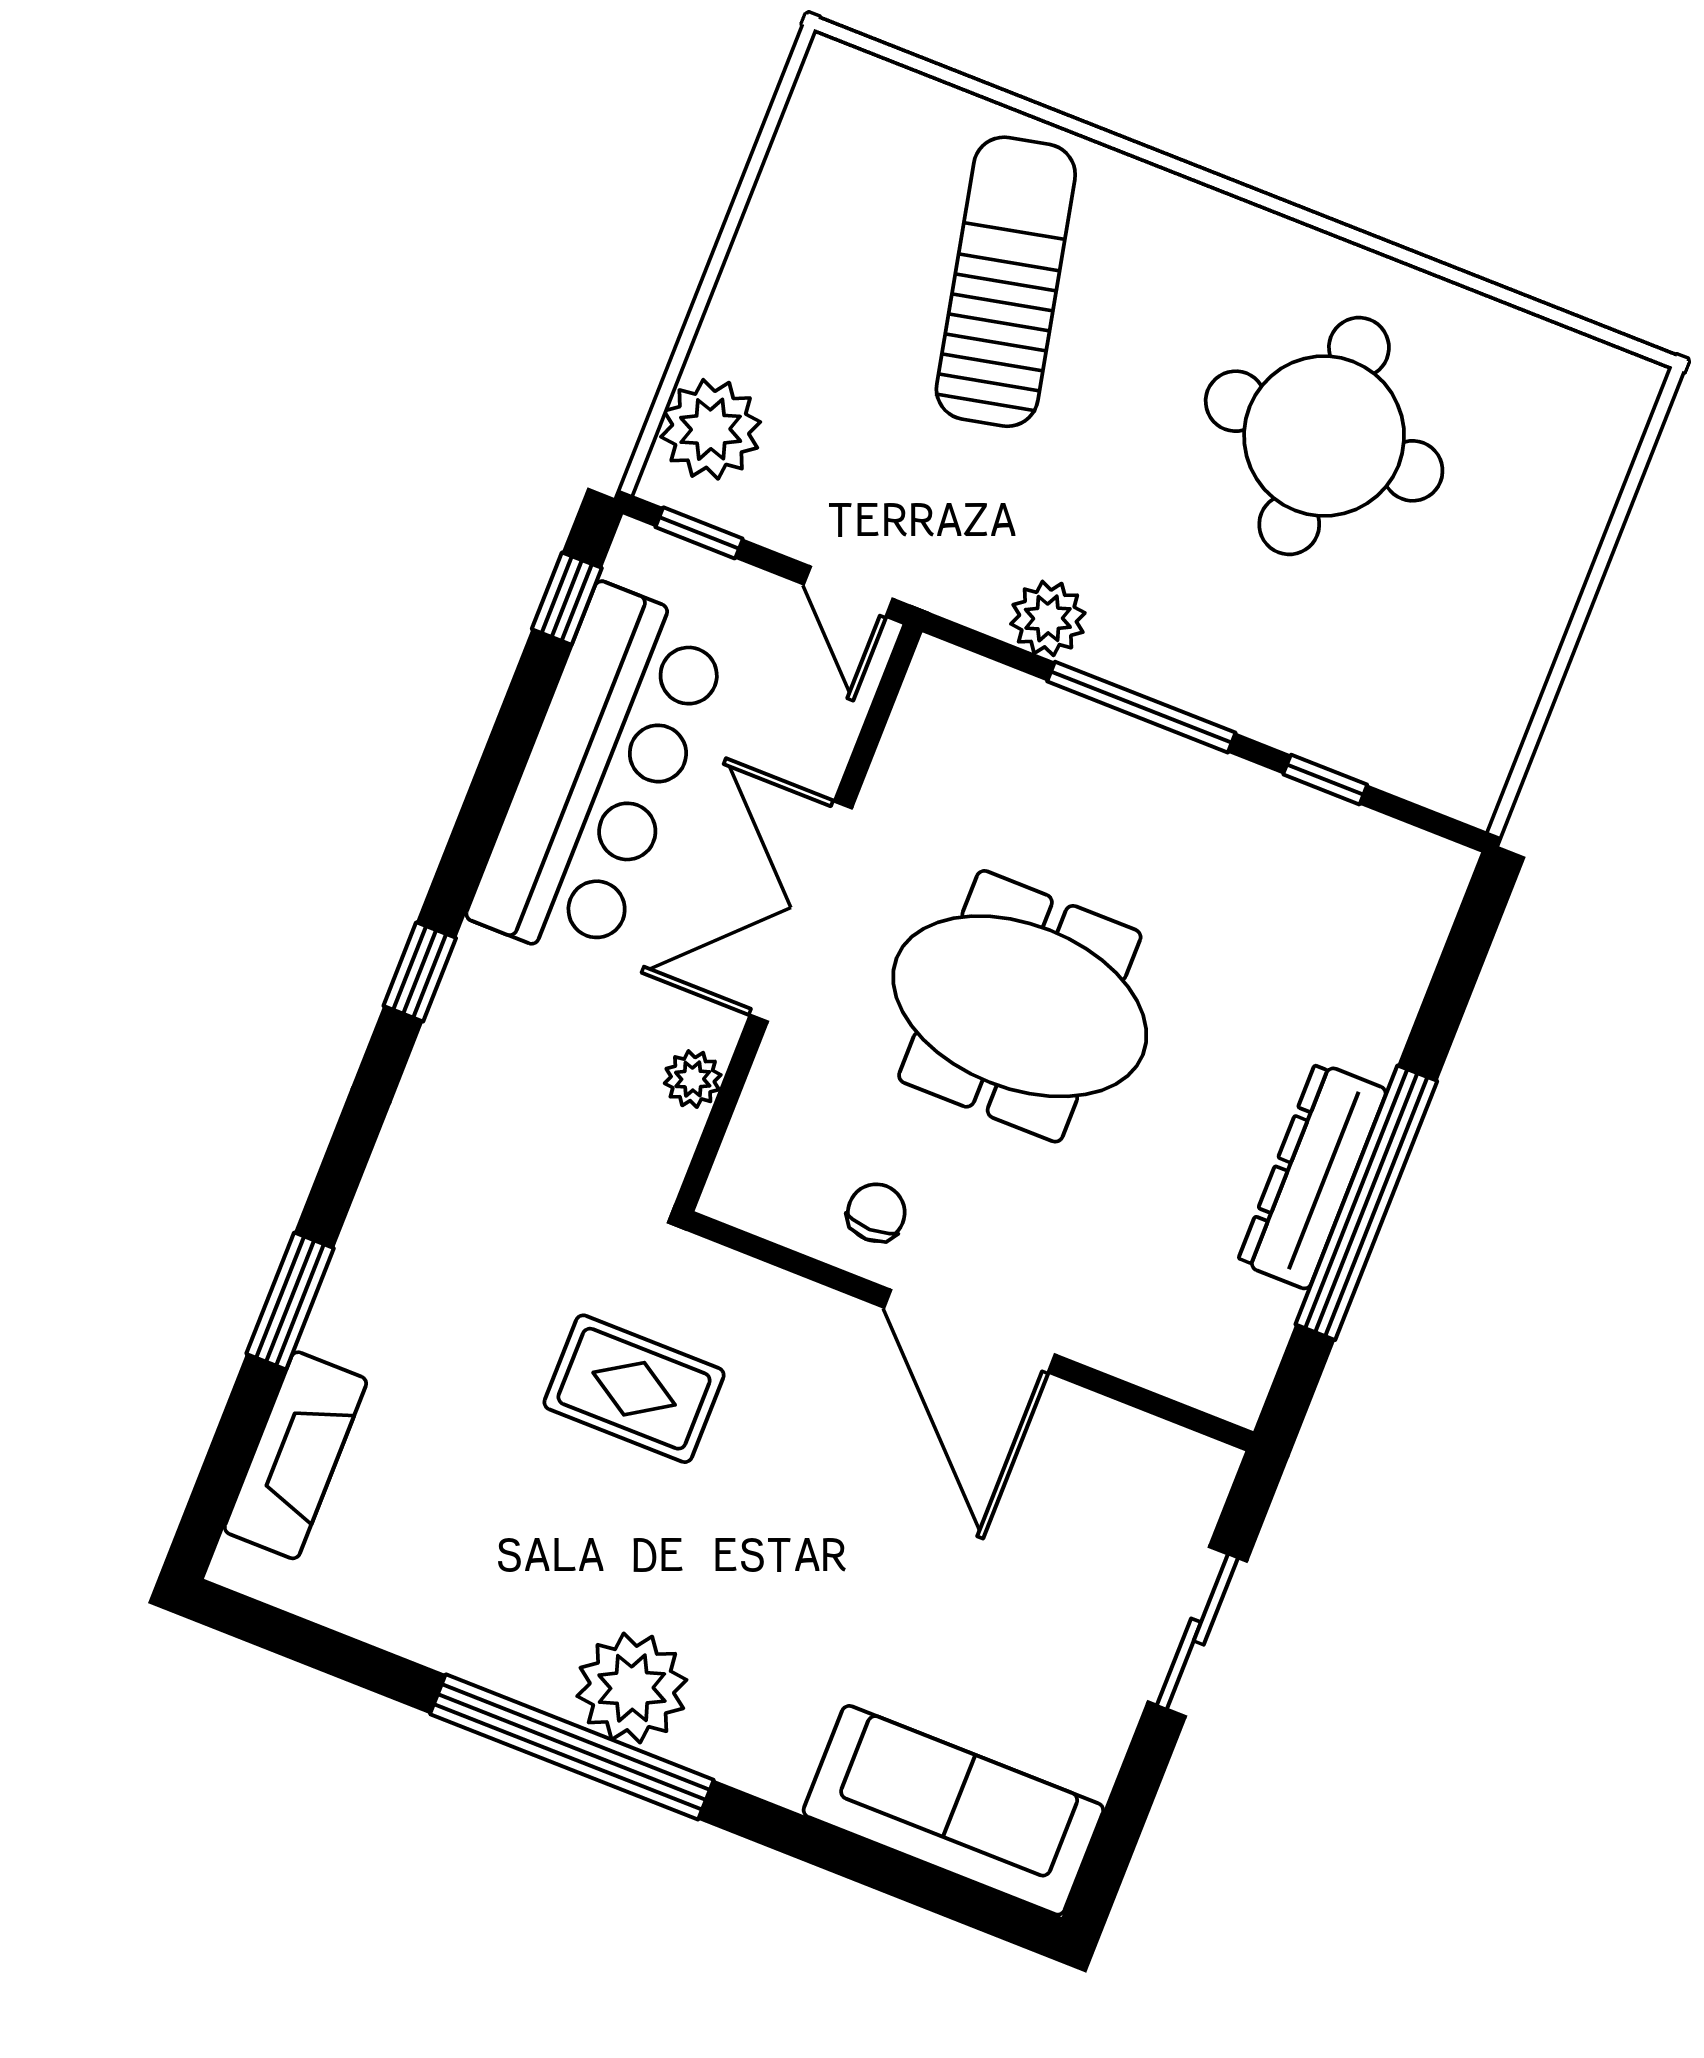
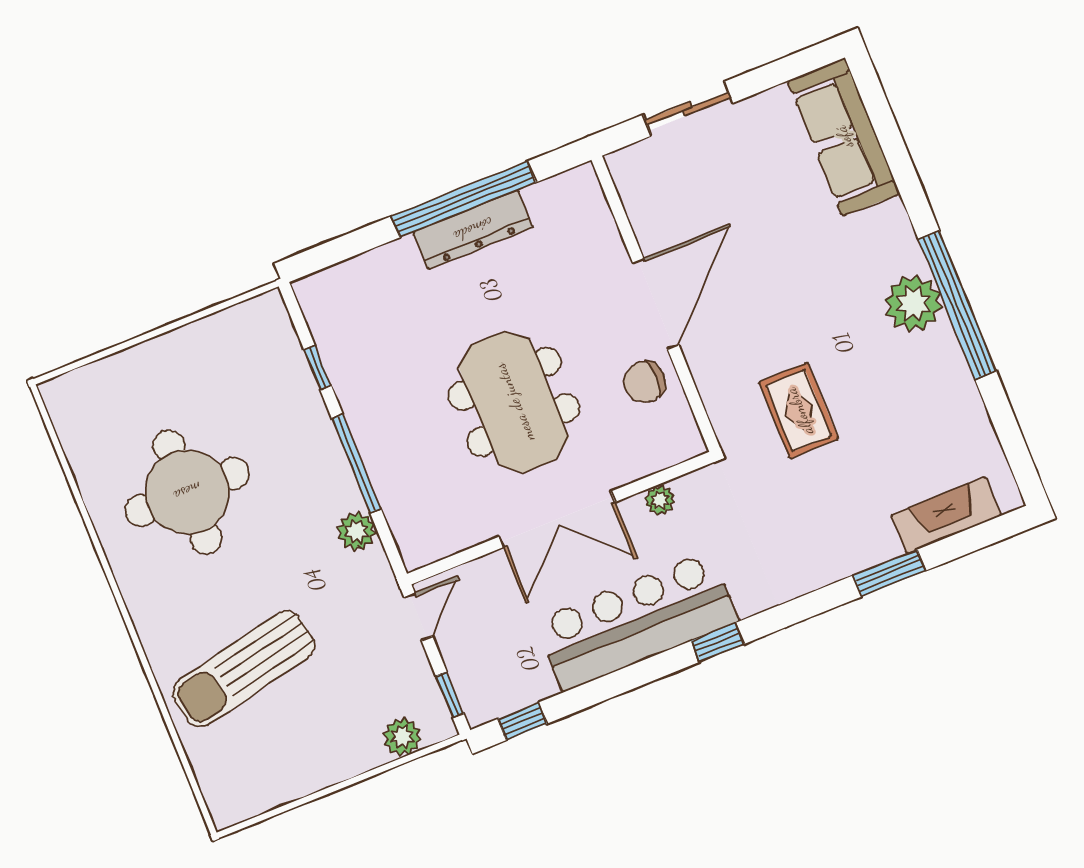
plant: (711, 429) -> (402, 737), width x0.73, depth x0.73
bar counter: (600, 776) -> (637, 621), moved
chair: (876, 1213) -> (644, 382), width x1.37, depth x1.37

